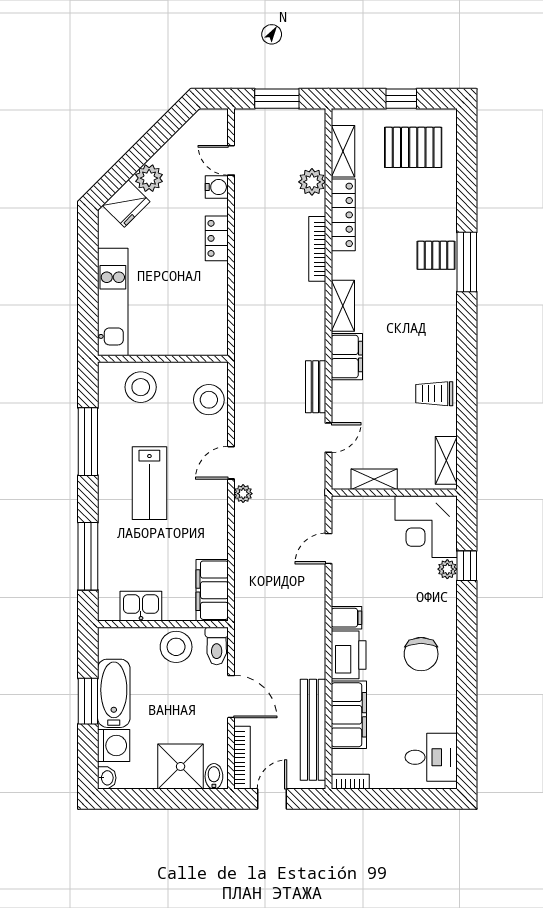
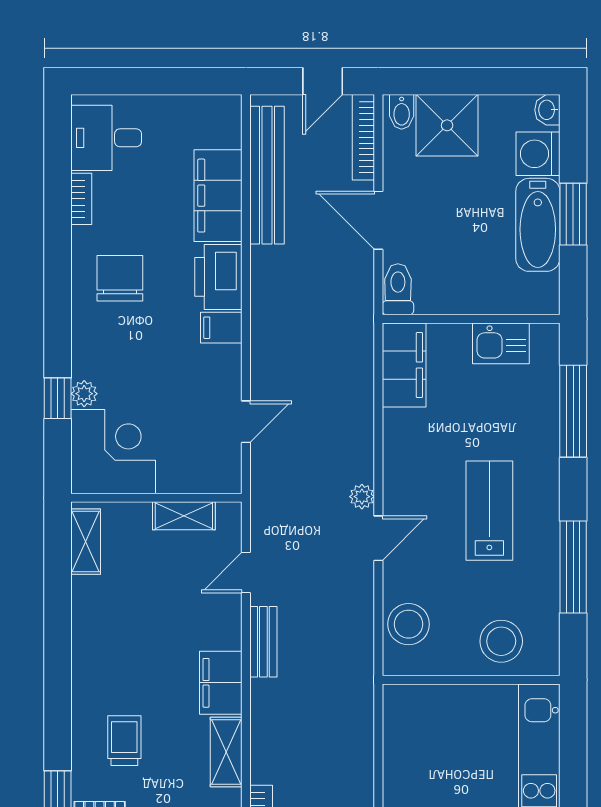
trolley: (434, 394) -> (124, 741), moved, turned -90
stool: (176, 647) -> (453, 288), removed
bookcase: (350, 782) -> (81, 199), moved, turned -90

